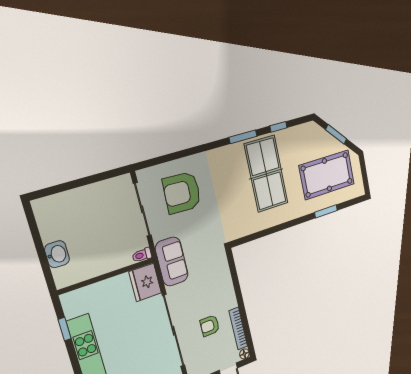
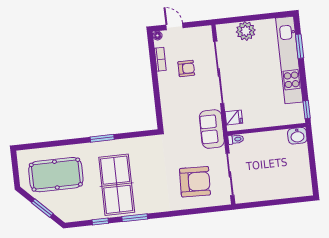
window: (326, 211) -> (102, 138), moved
washbasin: (57, 254) -> (297, 136), moved, turned -90
fridge: (145, 282) -> (234, 118), width x0.53, depth x0.75
bookcase: (238, 328) -> (160, 59), width x0.64
window: (65, 329) -> (307, 110), moved

